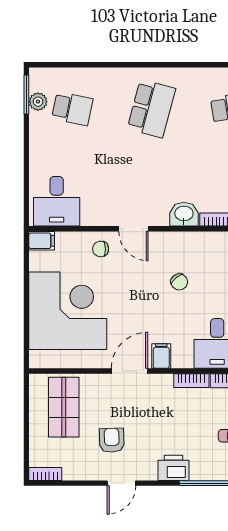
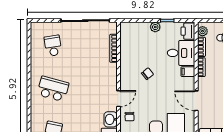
washbasin: (184, 214) -> (111, 119), moved
filing cabinet: (161, 356) -> (188, 72), moved

